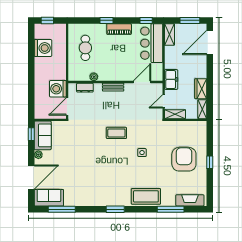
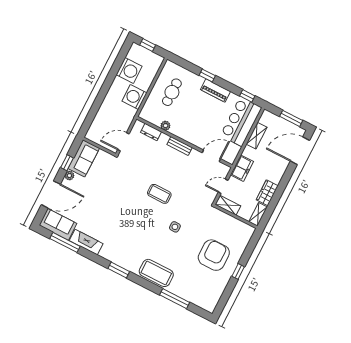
shelving: (170, 34) -> (257, 136), moved
washing machine: (58, 89) -> (134, 97), moved
window: (31, 134) -> (67, 163), moved
fireplace: (190, 200) -> (86, 242), moved

